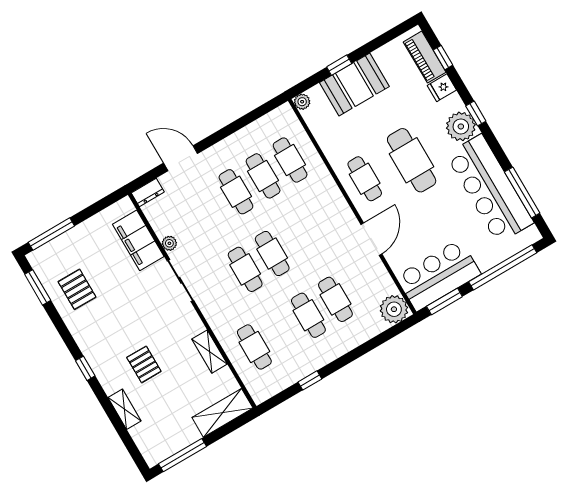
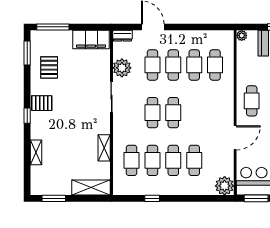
cafe table: (209, 208) -> (152, 65), added
filing cabinet: (138, 240) -> (91, 40), moved, turned -90
plant: (169, 243) -> (122, 68), width x1.88, depth x1.88
cafe table: (281, 331) -> (152, 160), added
pallet: (144, 364) -> (42, 103), moved, turned 90
window: (183, 455) -> (54, 198), width x0.69

